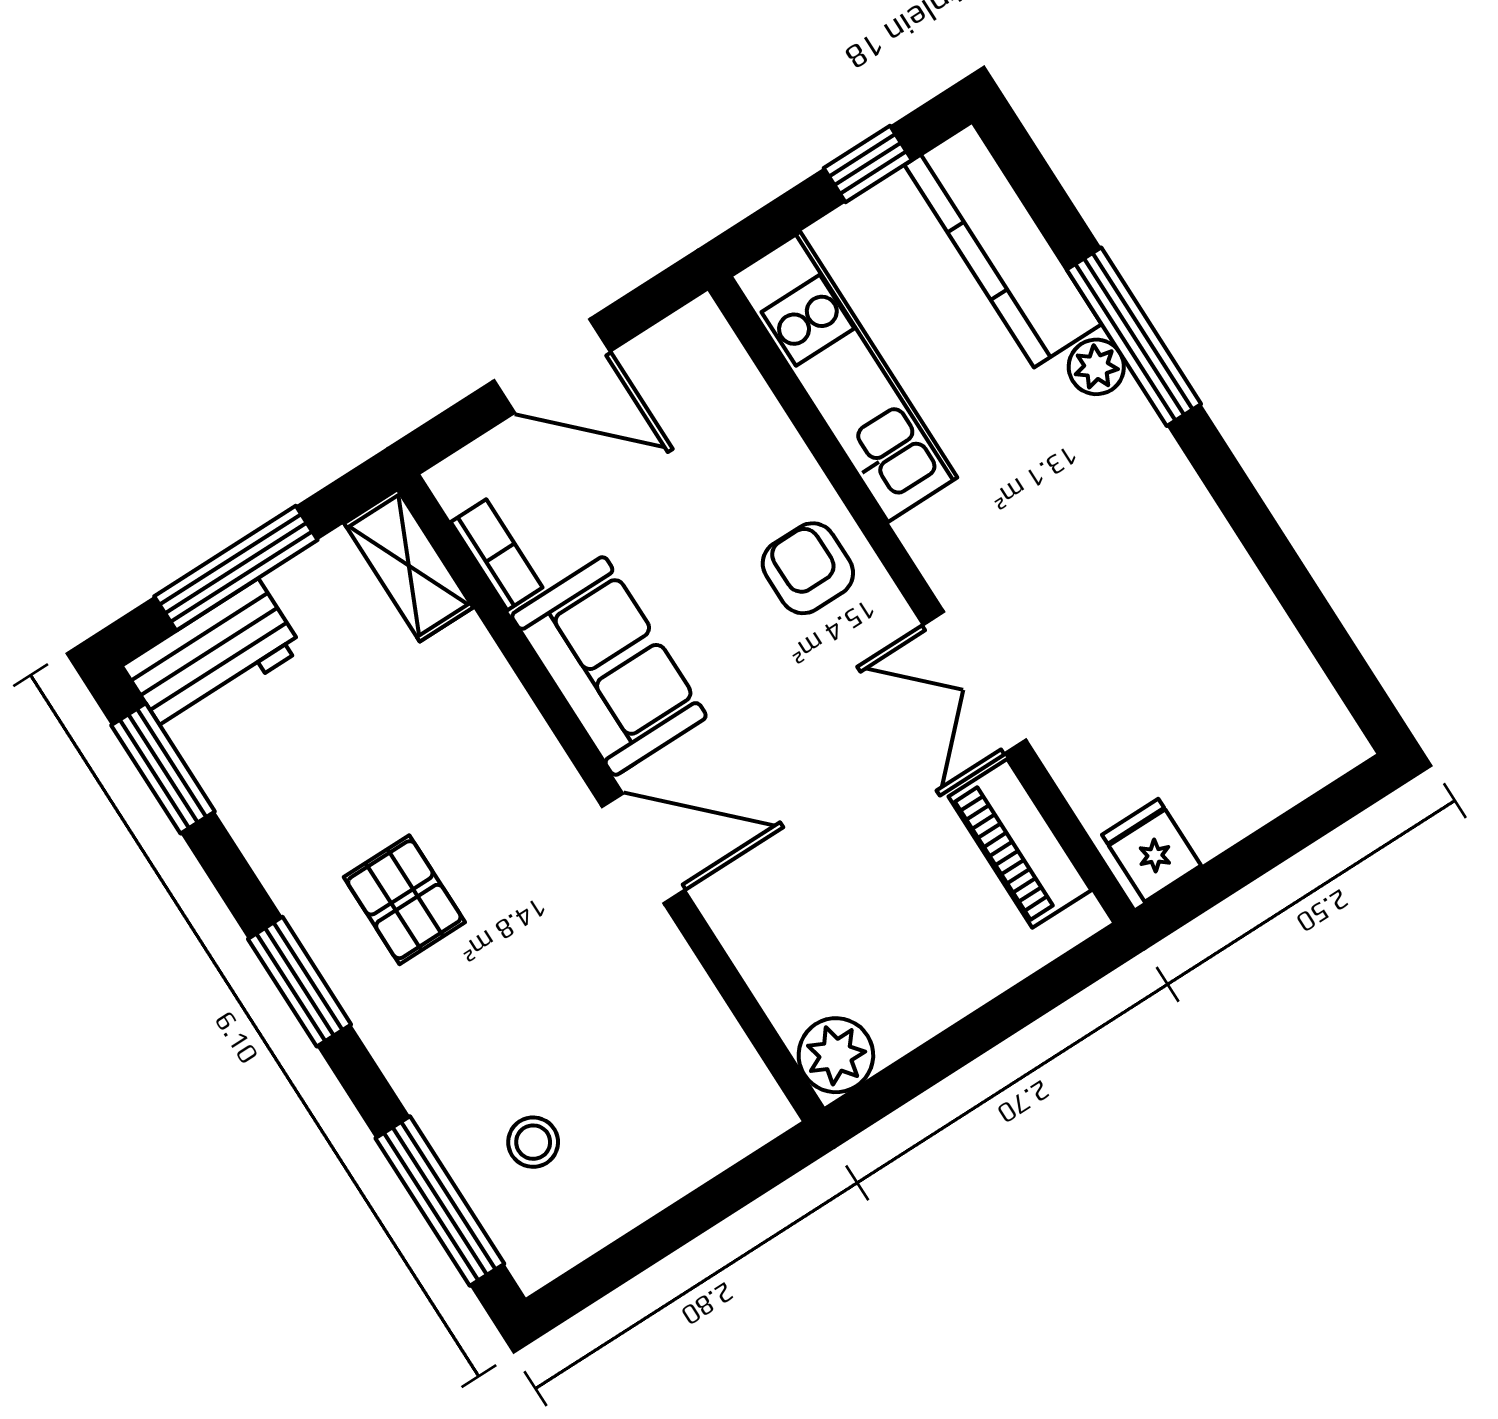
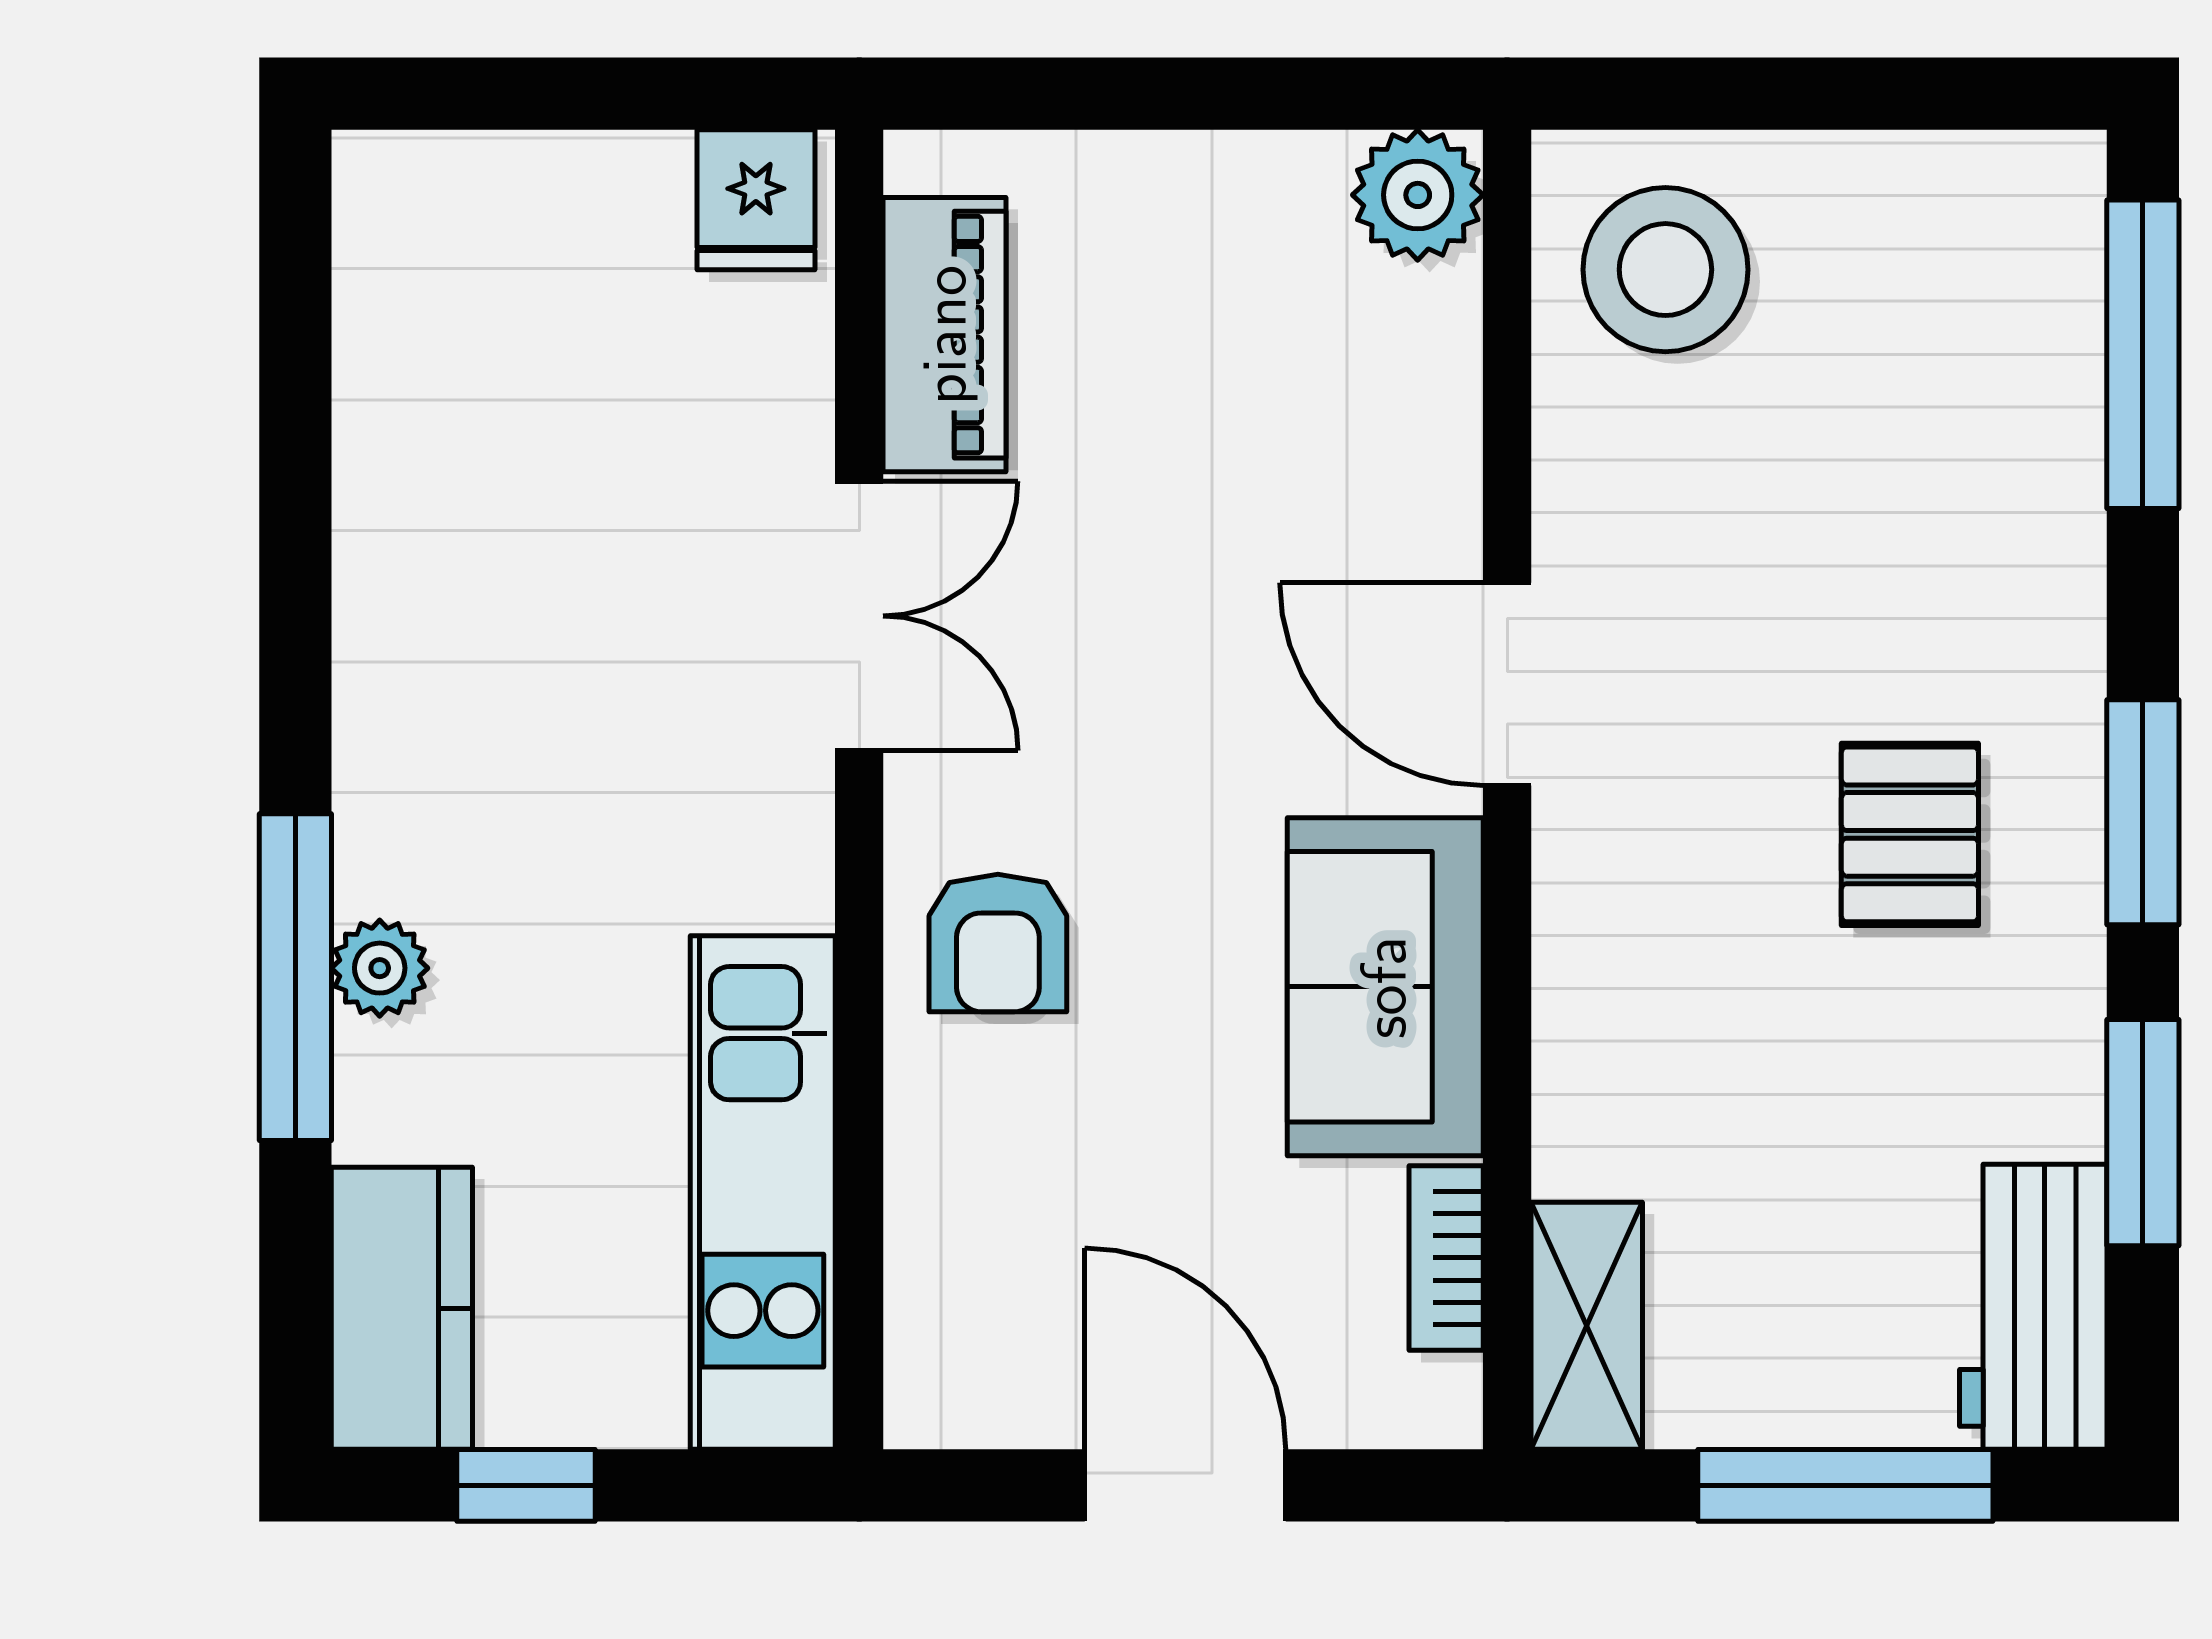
kitchen counter: (1003, 245) -> (402, 1308), width x0.67
workbench: (212, 657) -> (2033, 1307), moved, turned -90
window: (163, 768) -> (2143, 1133), moved
stool: (533, 1142) -> (1665, 270), moved, width x1.89, depth x1.89

